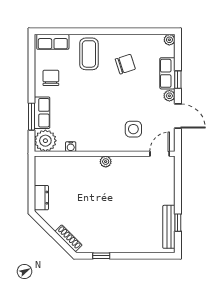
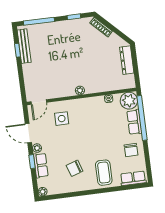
window: (32, 117) -> (142, 118), width x2.11
dresser: (41, 198) -> (127, 60), width x1.44
window: (146, 256) -> (39, 21), added

